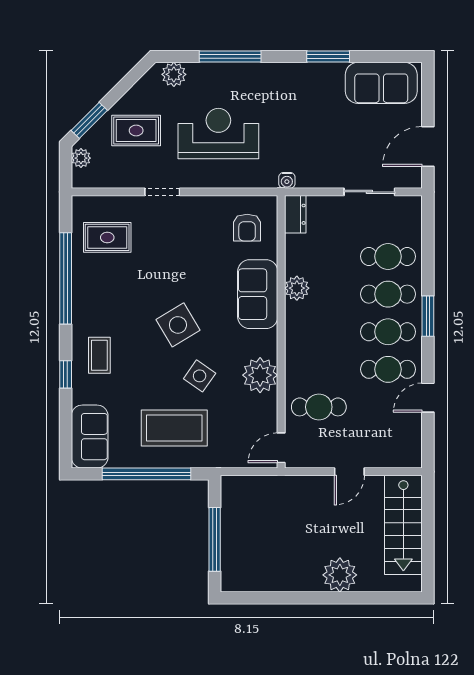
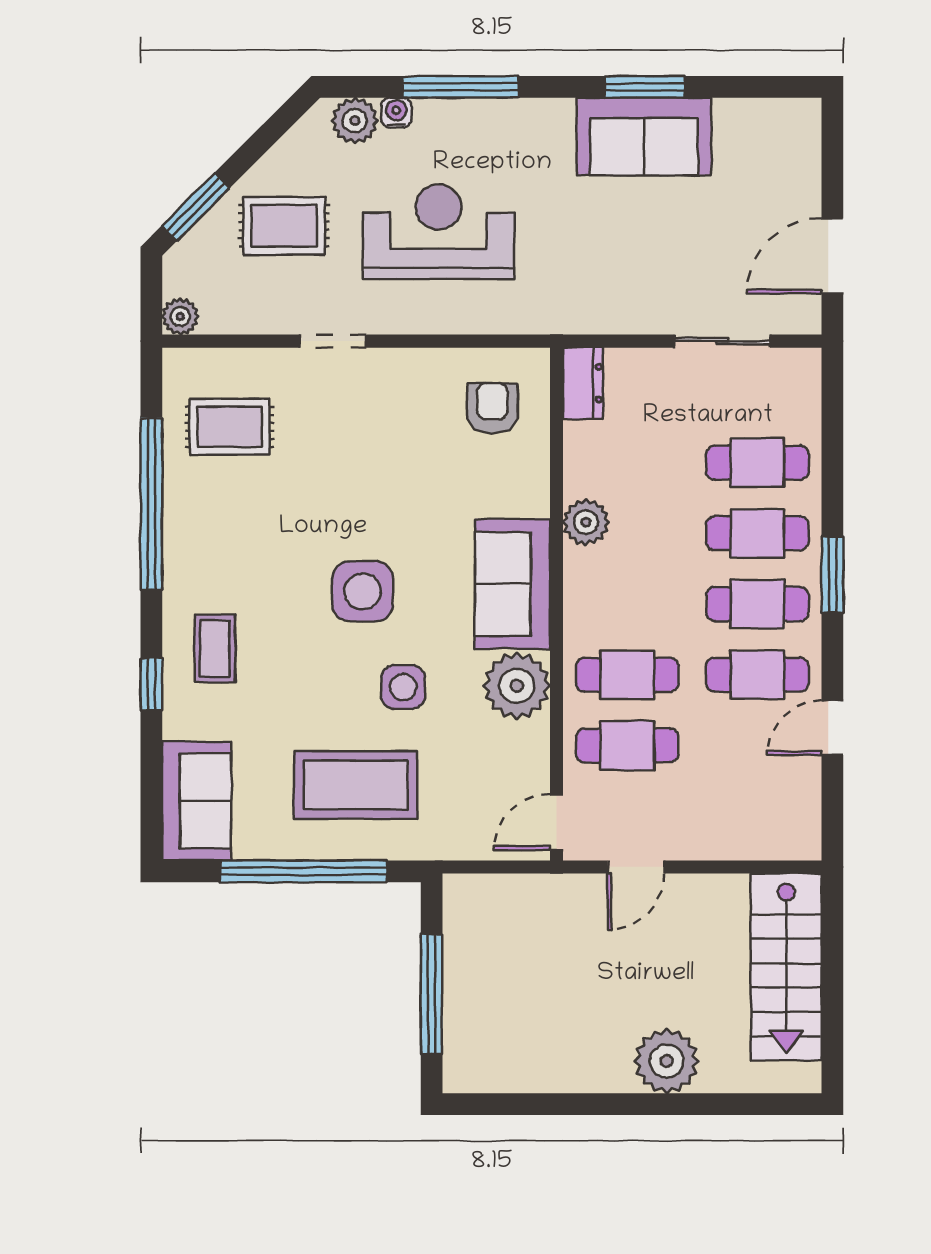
sofa: (381, 83) -> (644, 136), moved
plant: (81, 158) -> (180, 317), moved
water cooler: (287, 180) -> (396, 113), moved, turned 180
armchair: (247, 228) -> (492, 408), turned 180
sofa: (258, 294) -> (512, 584), moved
side table: (178, 325) -> (363, 591), turned 31
cafe table: (319, 369) -> (627, 675), added
side table: (200, 376) -> (403, 687), turned -35
door: (349, 472) -> (636, 867), moved

